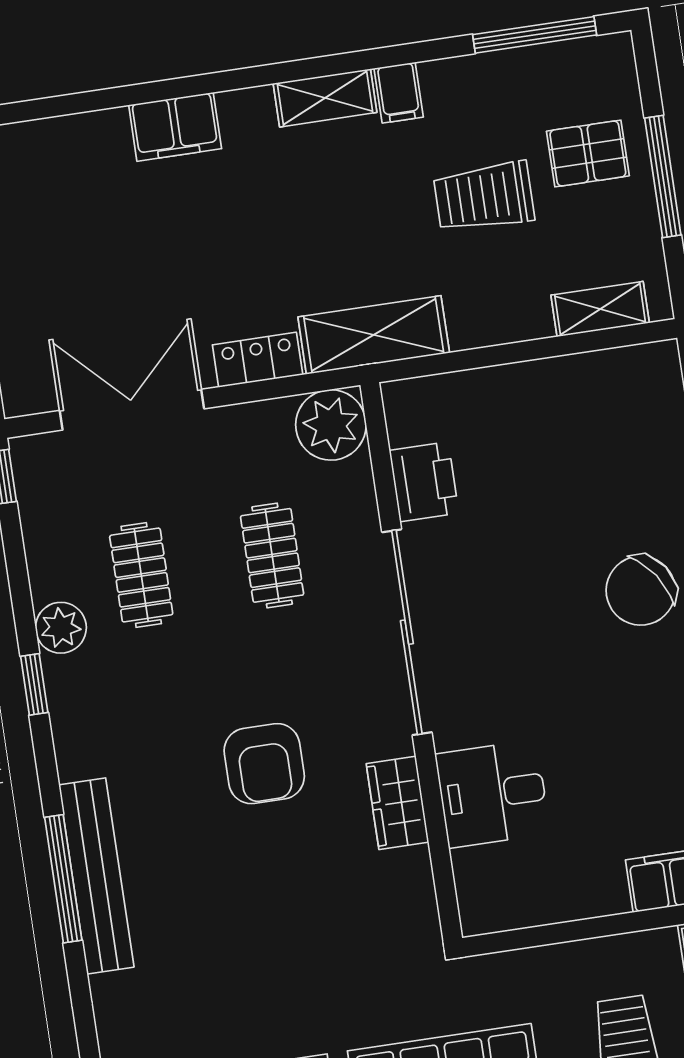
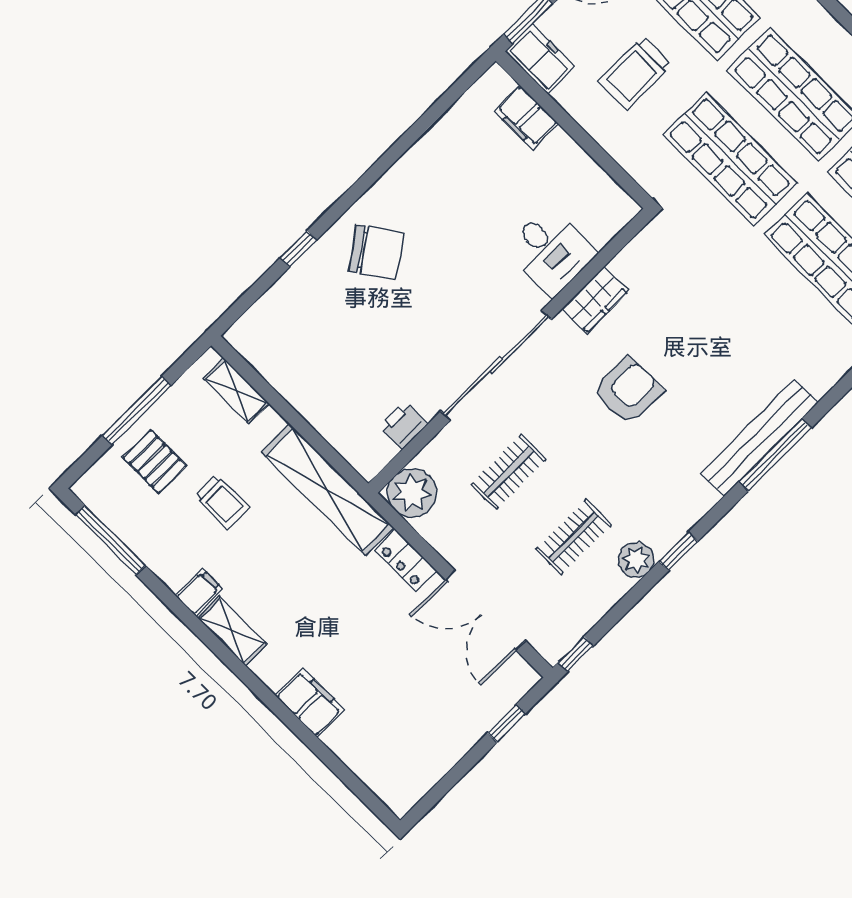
trolley: (484, 197) -> (222, 502), width x0.73, depth x0.72
shelving: (374, 335) -> (328, 490), width x1.47
printer: (424, 482) -> (403, 425), width x0.73, depth x0.81

